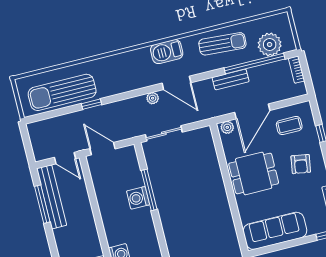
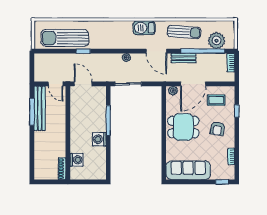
door: (176, 83) -> (156, 51), moved
washing machine: (138, 198) -> (99, 139), moved

